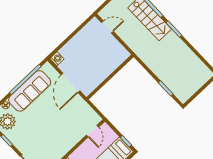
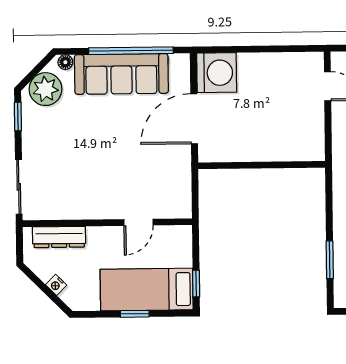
washing machine: (57, 59) -> (217, 73), width x1.89, depth x1.89
door: (93, 131) -> (139, 222), moved

